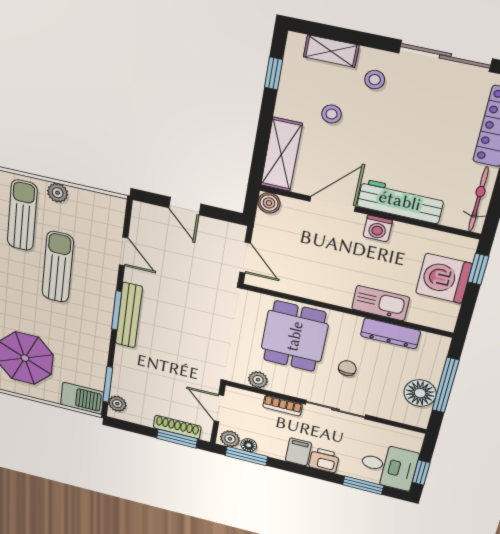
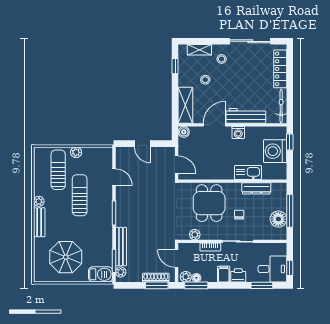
bench: (129, 315) -> (121, 246), moved

